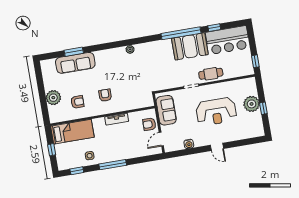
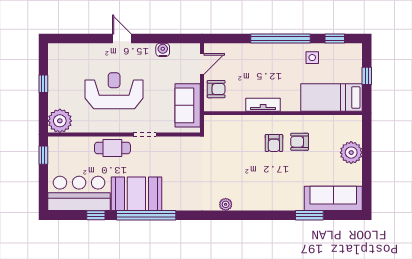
sofa: (75, 63) -> (333, 198), moved
armchair: (77, 102) -> (300, 142), moved
plant: (252, 104) -> (60, 121), moved
window: (113, 165) -> (280, 39), width x1.46

